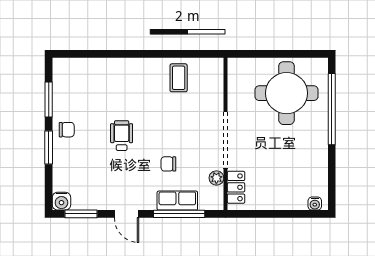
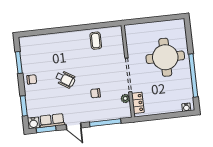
round table: (286, 93) -> (165, 57), moved
window: (332, 109) -> (193, 76), moved
wheelchair: (122, 136) -> (65, 79), turned 122
window: (49, 148) -> (24, 106), moved
row of seats: (177, 201) -> (52, 121), moved

